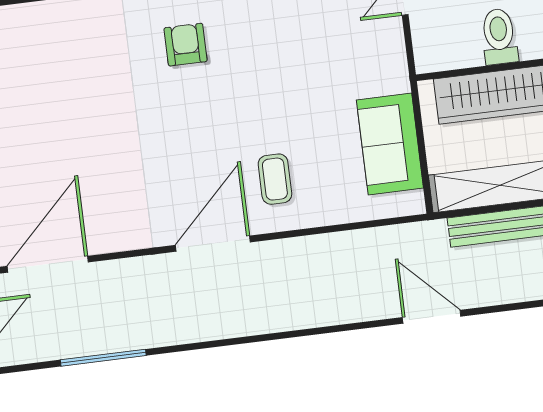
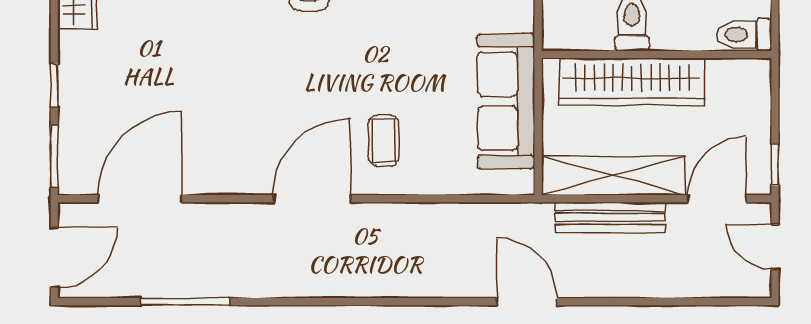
sofa: (390, 144) -> (506, 101), width x1.36

